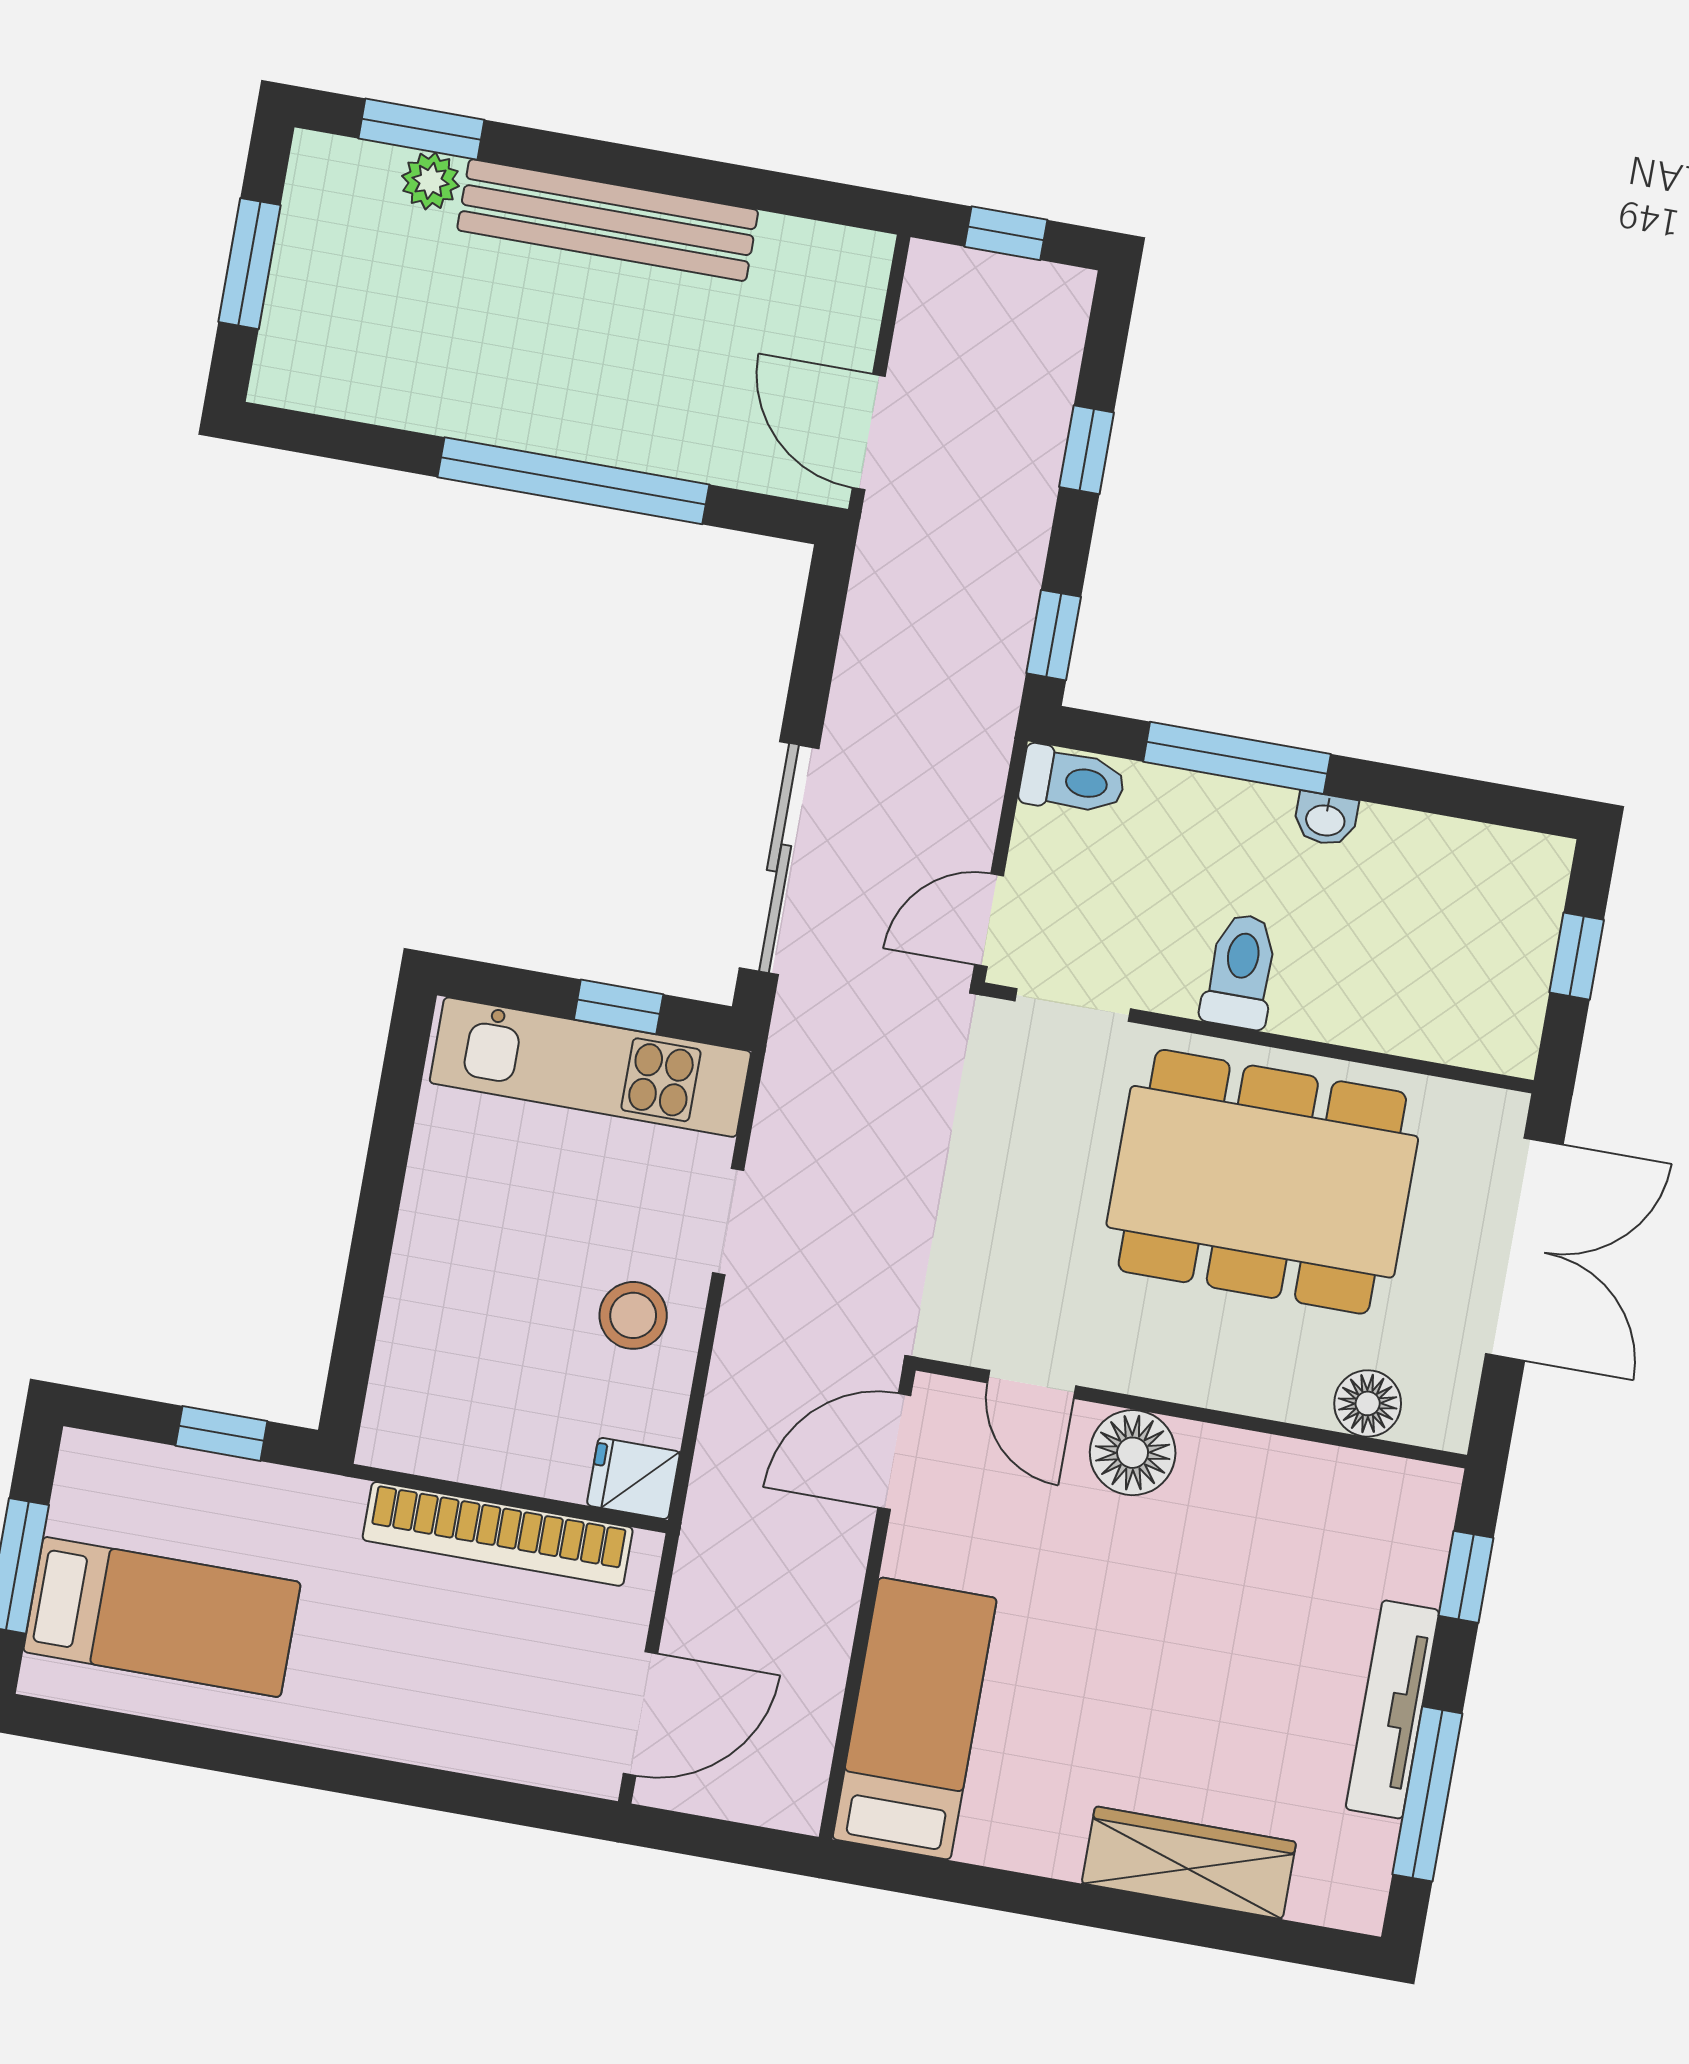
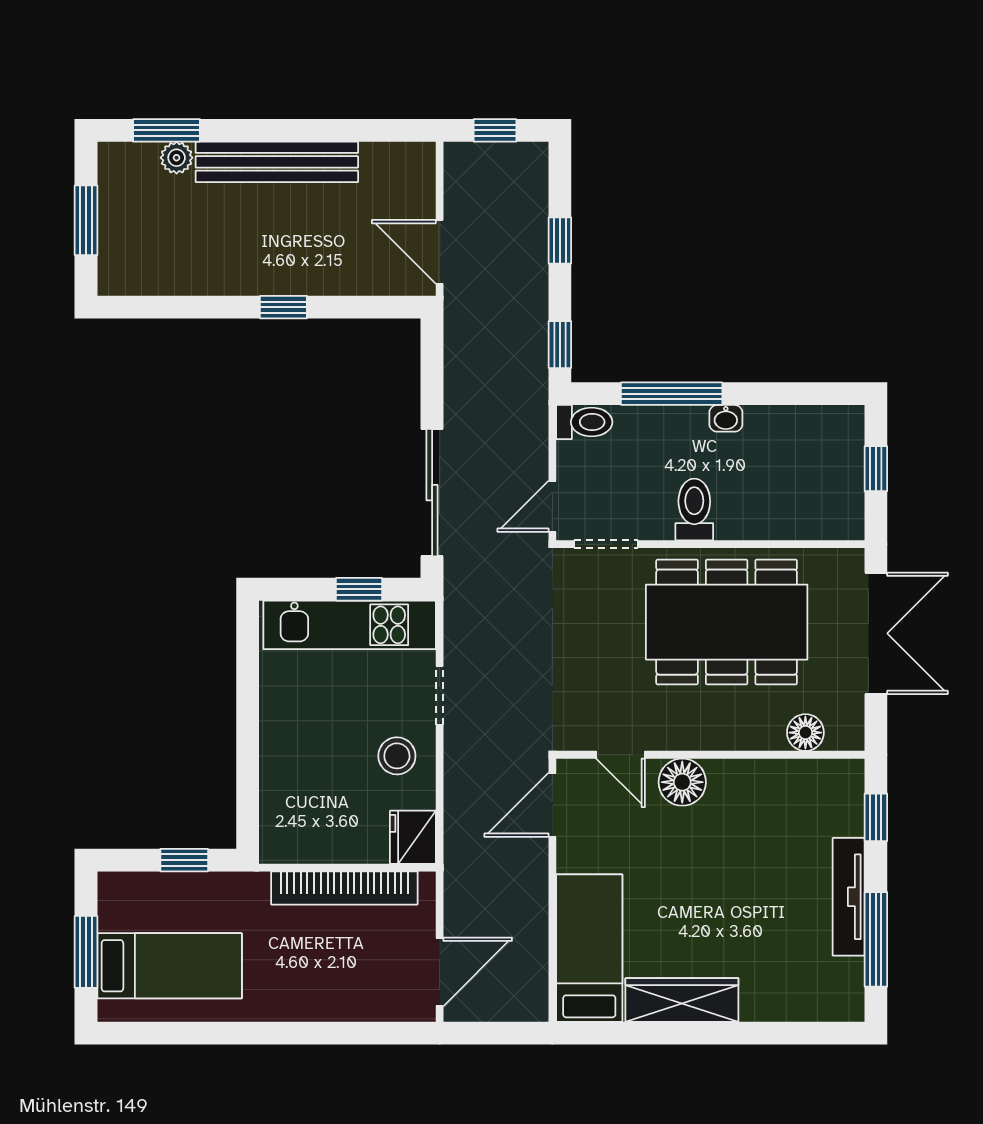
window: (573, 481) -> (283, 307), width x0.32
fridge: (633, 1478) -> (413, 837), width x1.38
wardrobe: (1189, 1863) -> (682, 1000), moved

